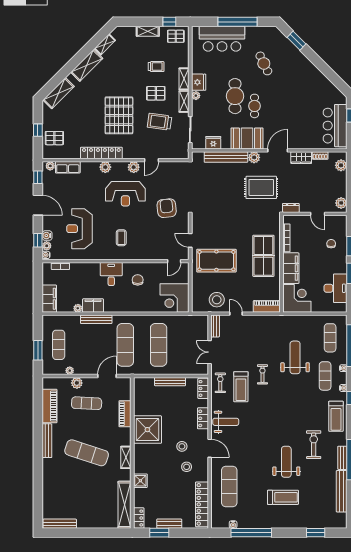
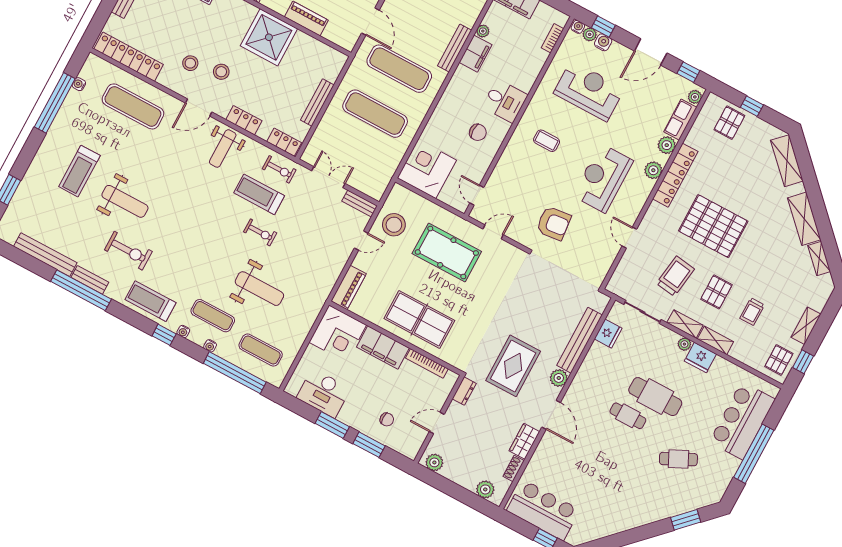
booth: (247, 138) -> (590, 382), removed
plant: (134, 167) -> (667, 145), moved
pool table: (216, 261) -> (447, 253), turned 90

